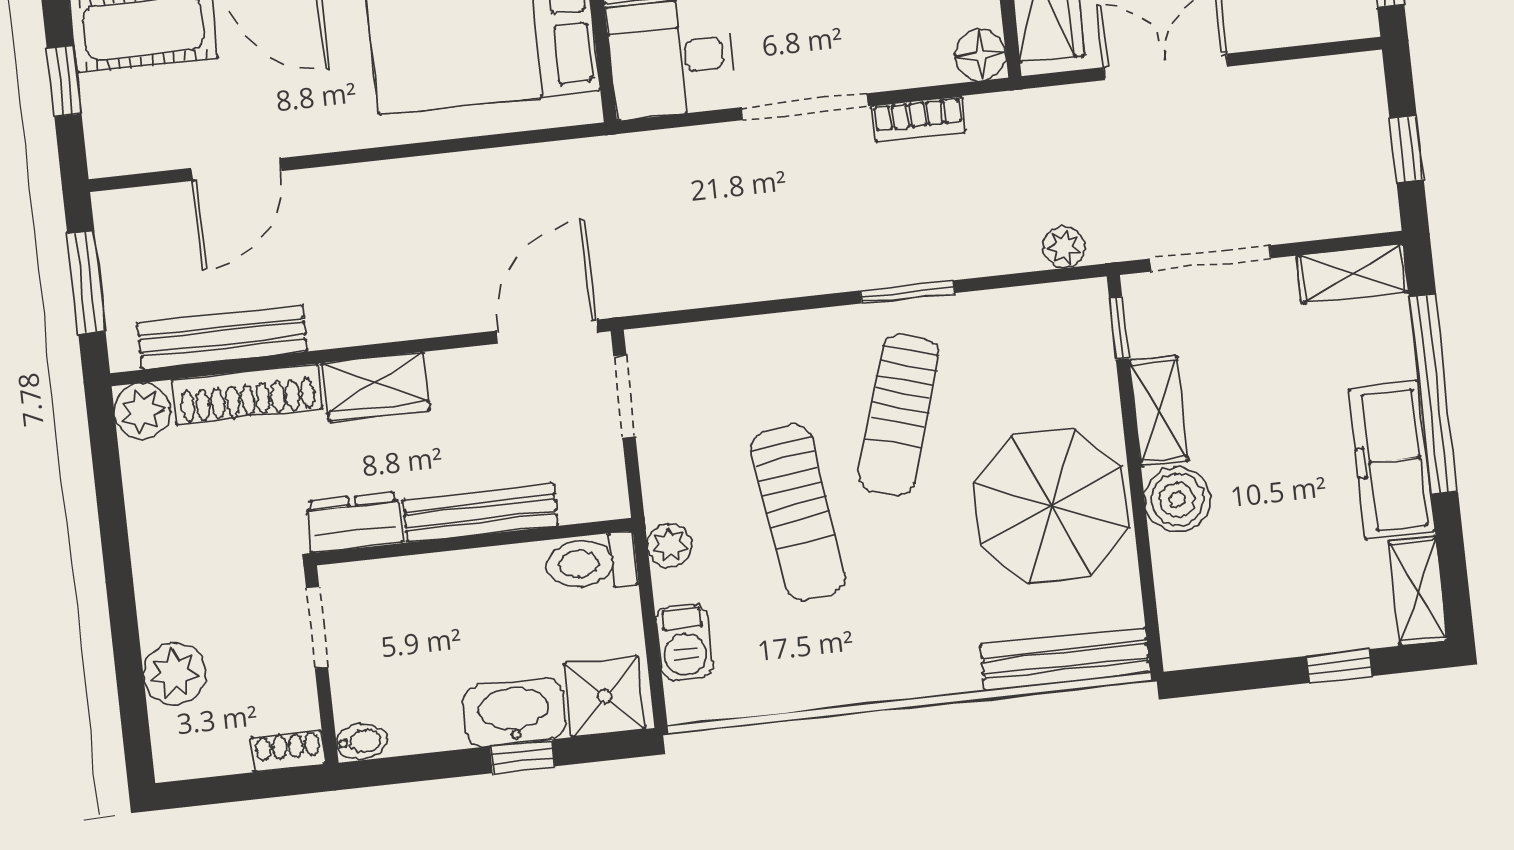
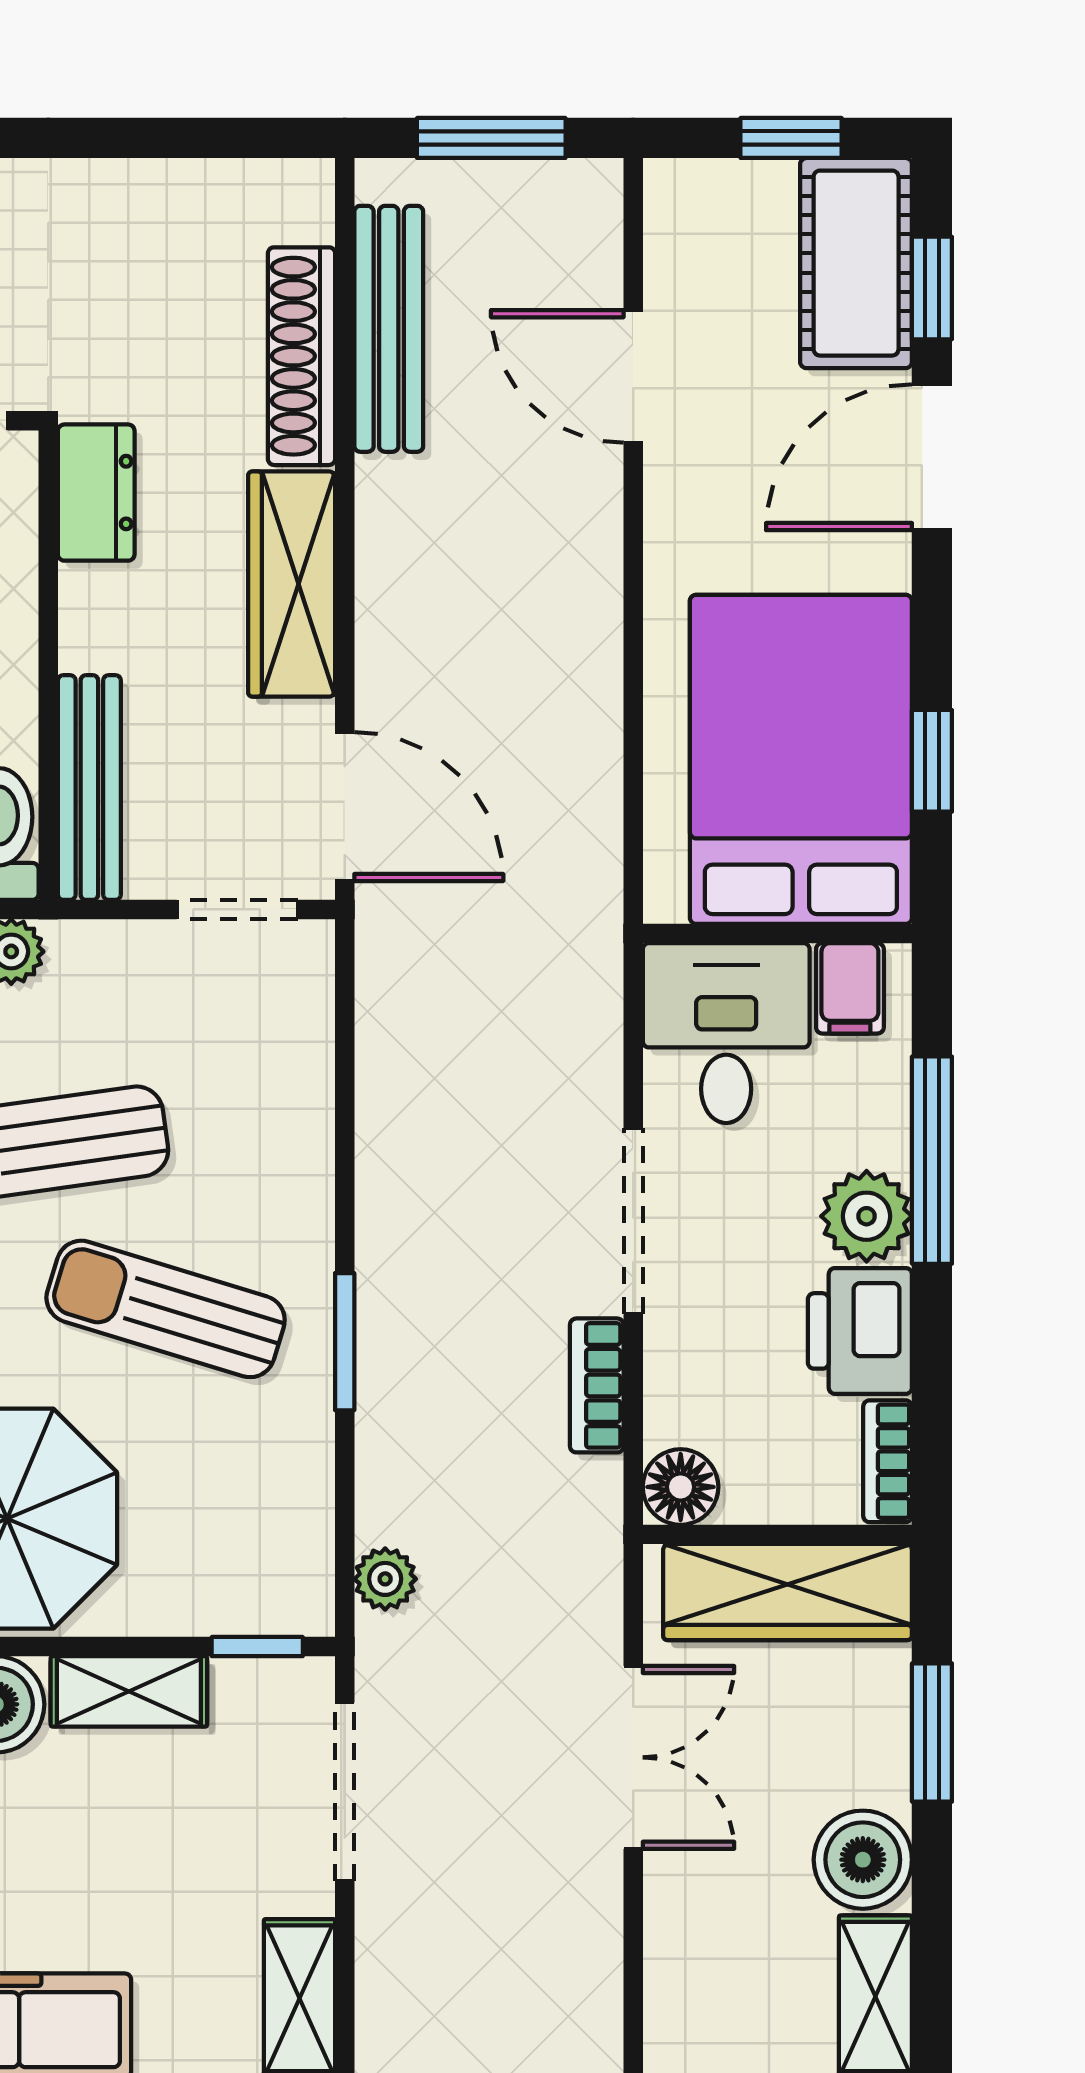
wardrobe: (376, 387) -> (292, 584), width x1.50
plant: (142, 411) -> (294, 199), removed
bench: (481, 513) -> (89, 788), moved

